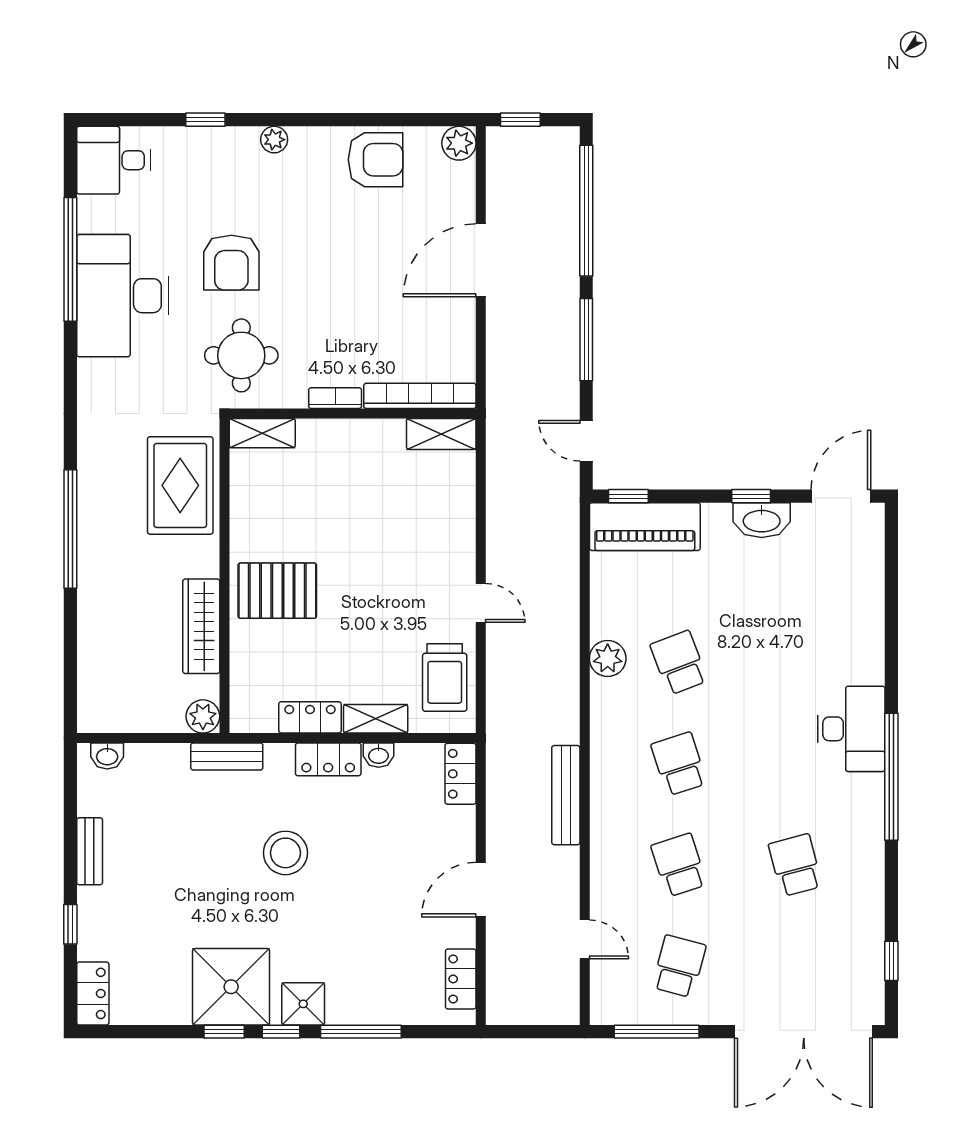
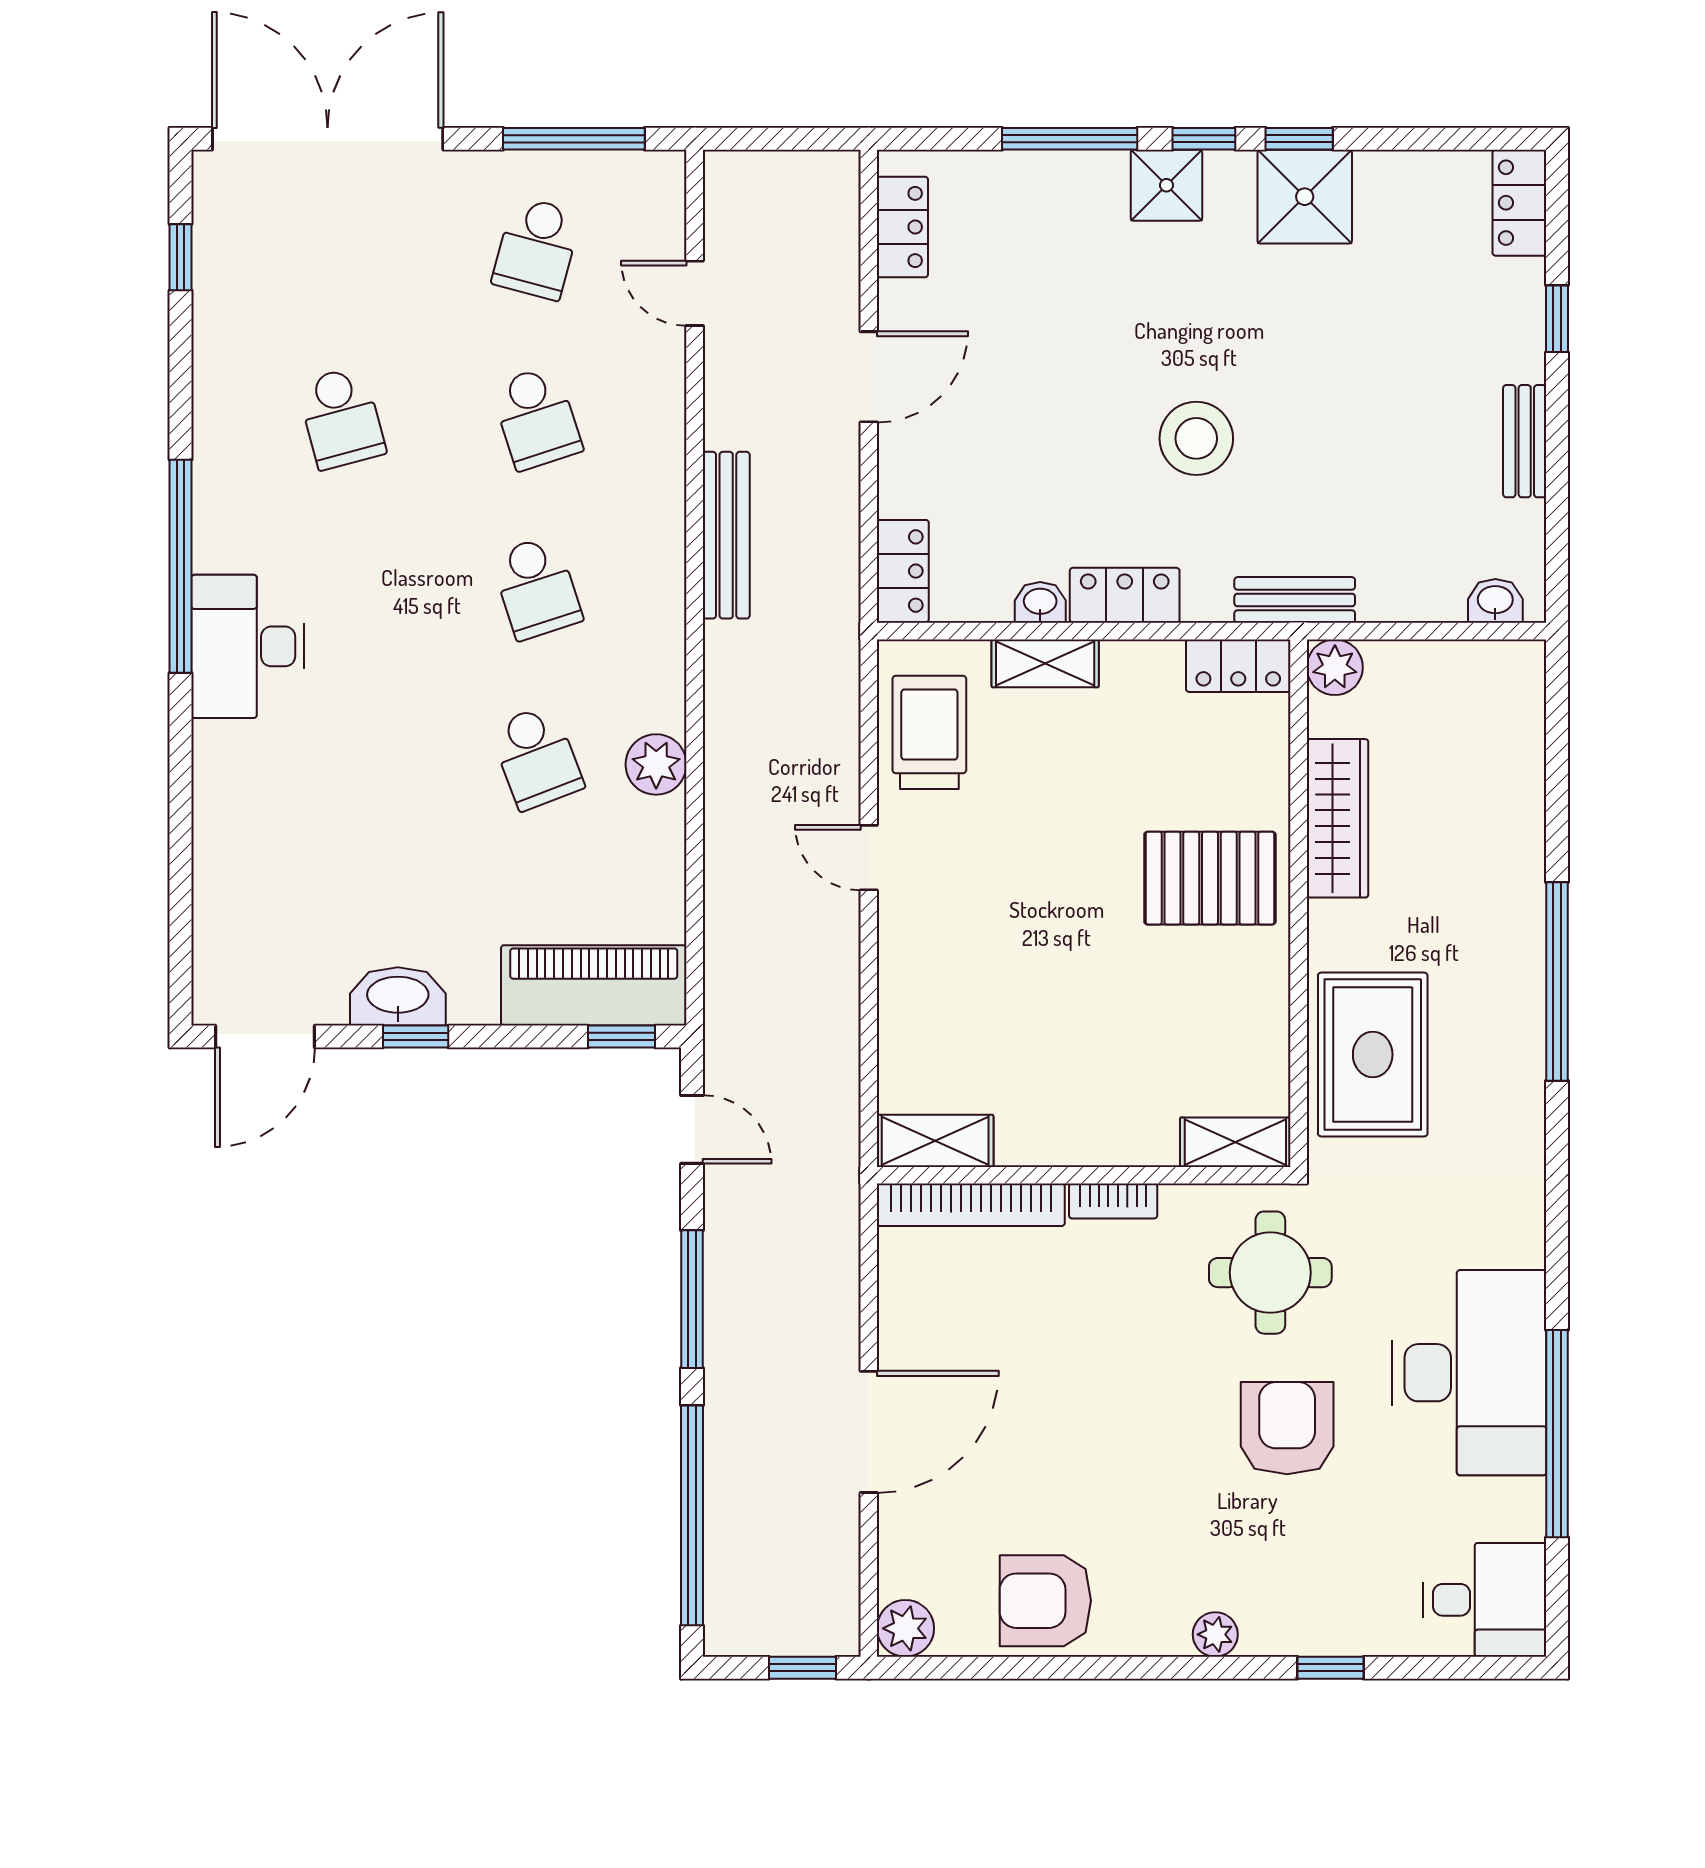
locker: (310, 717) -> (1238, 666), moved
shower: (231, 987) -> (1305, 197), width x0.73, depth x0.73

